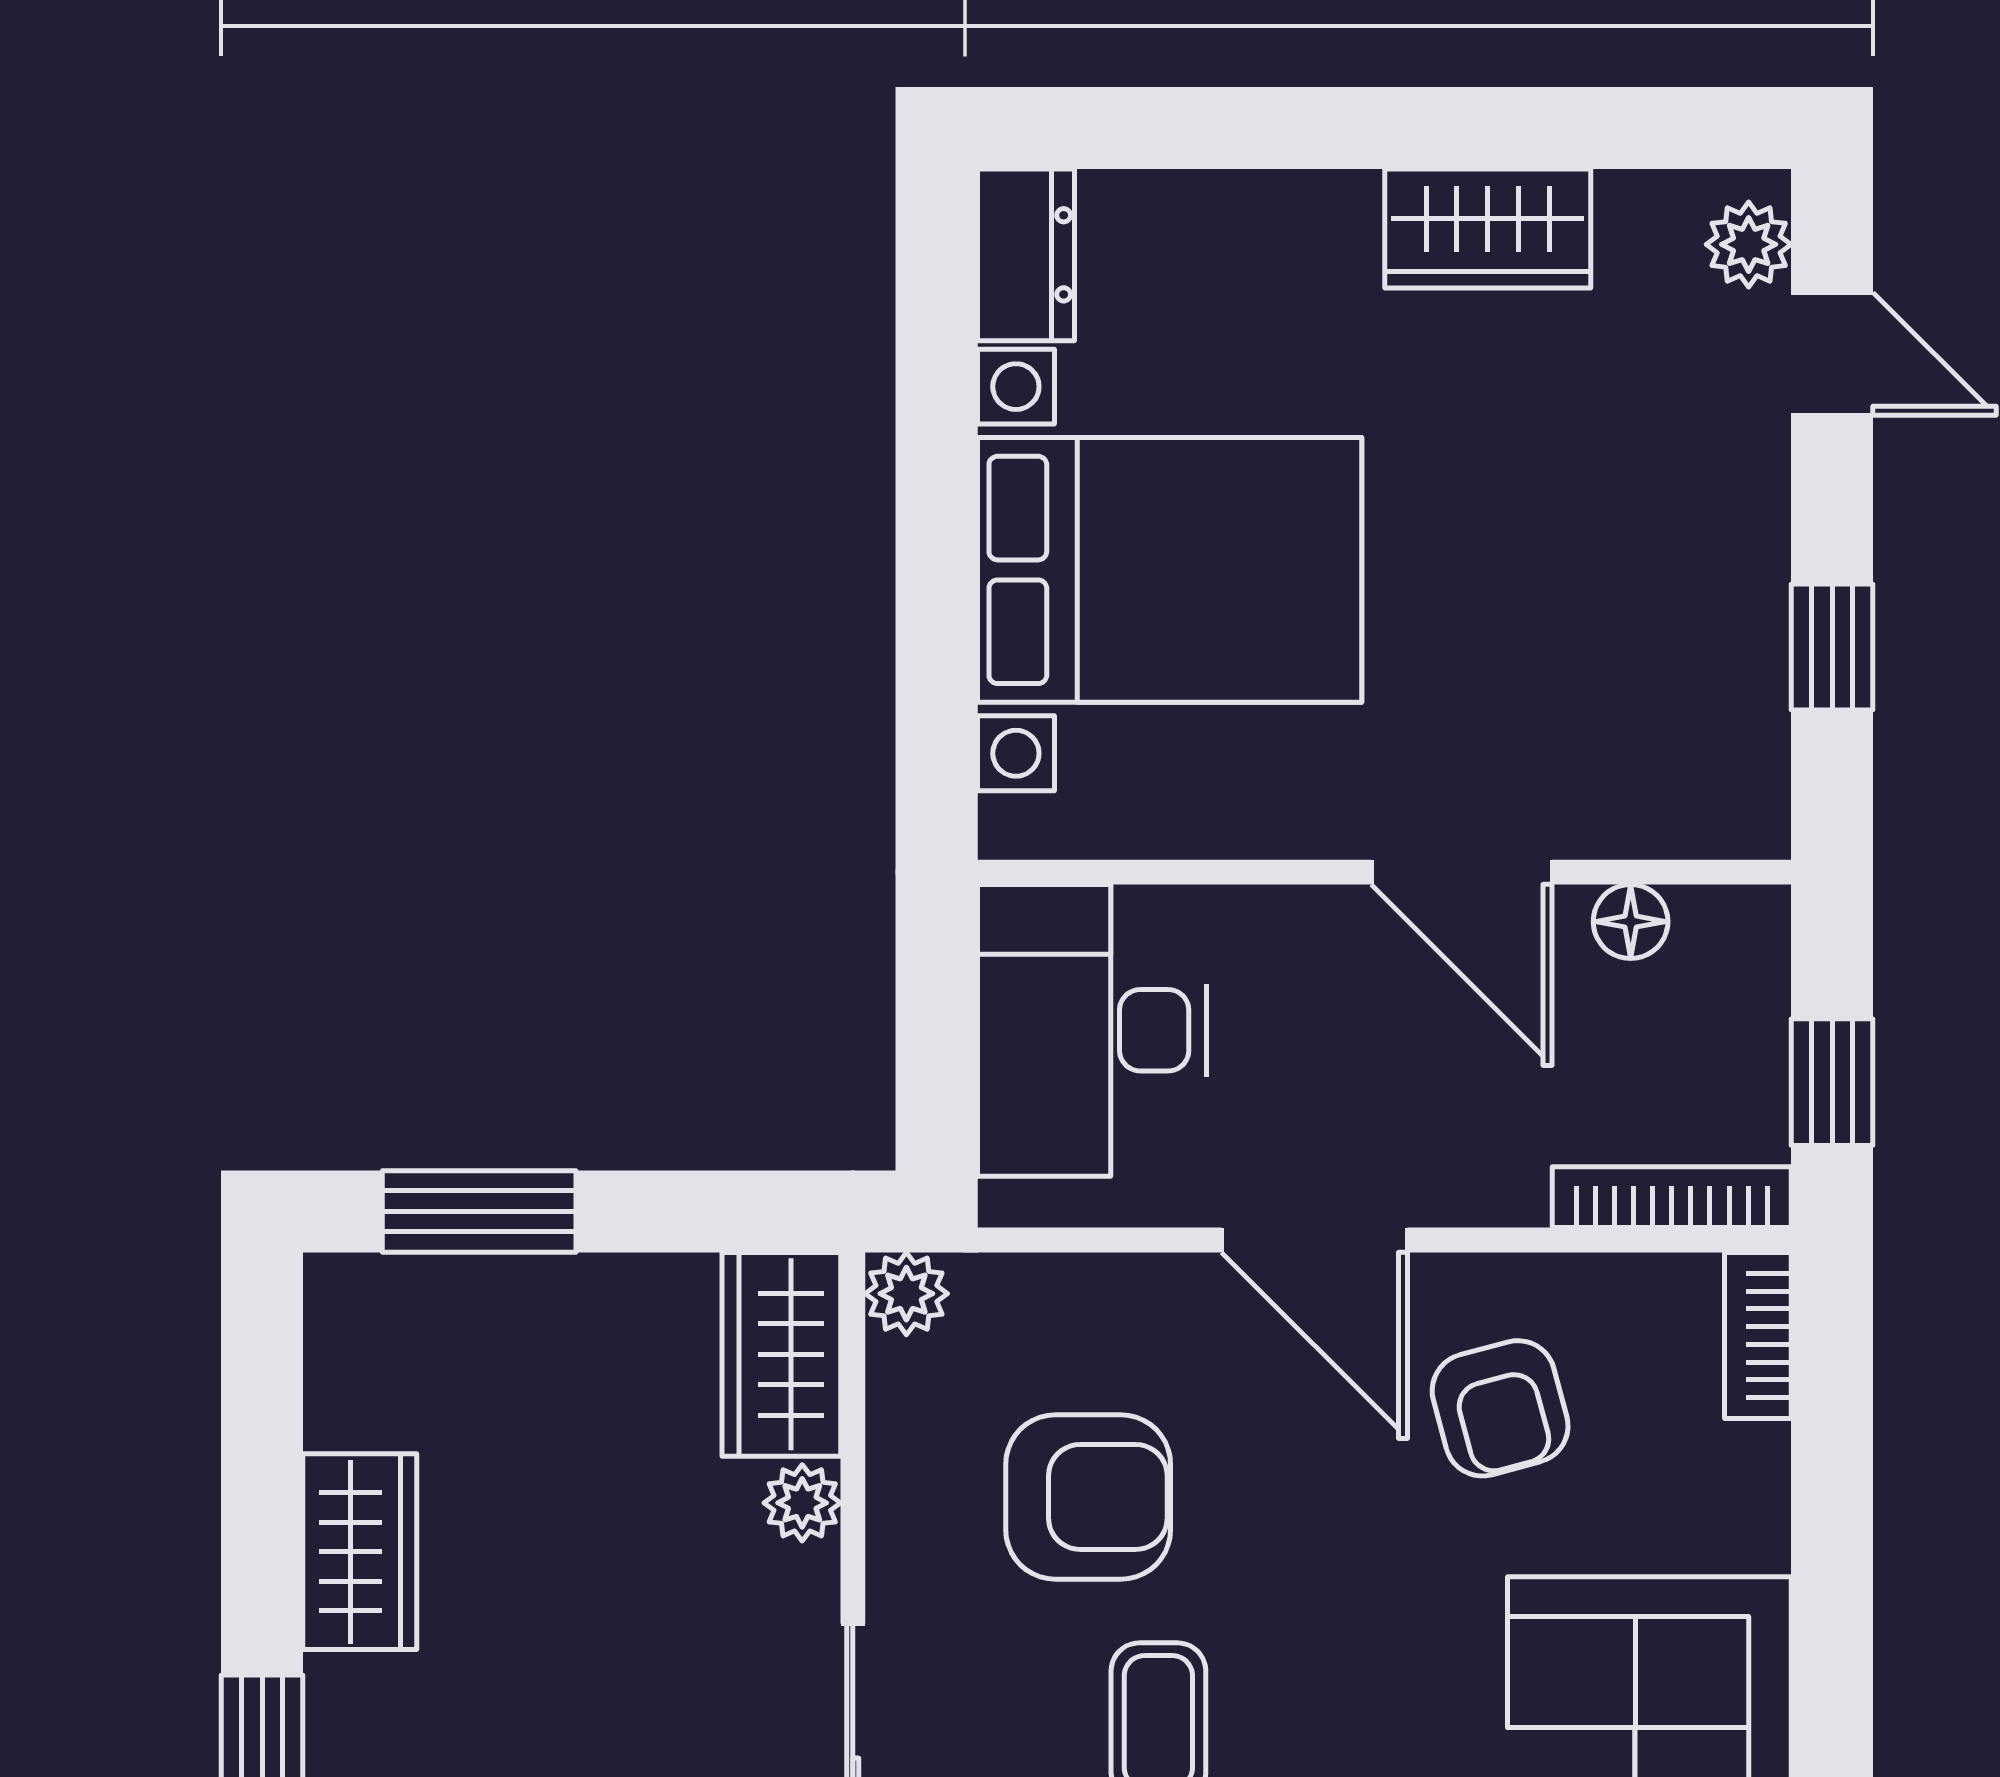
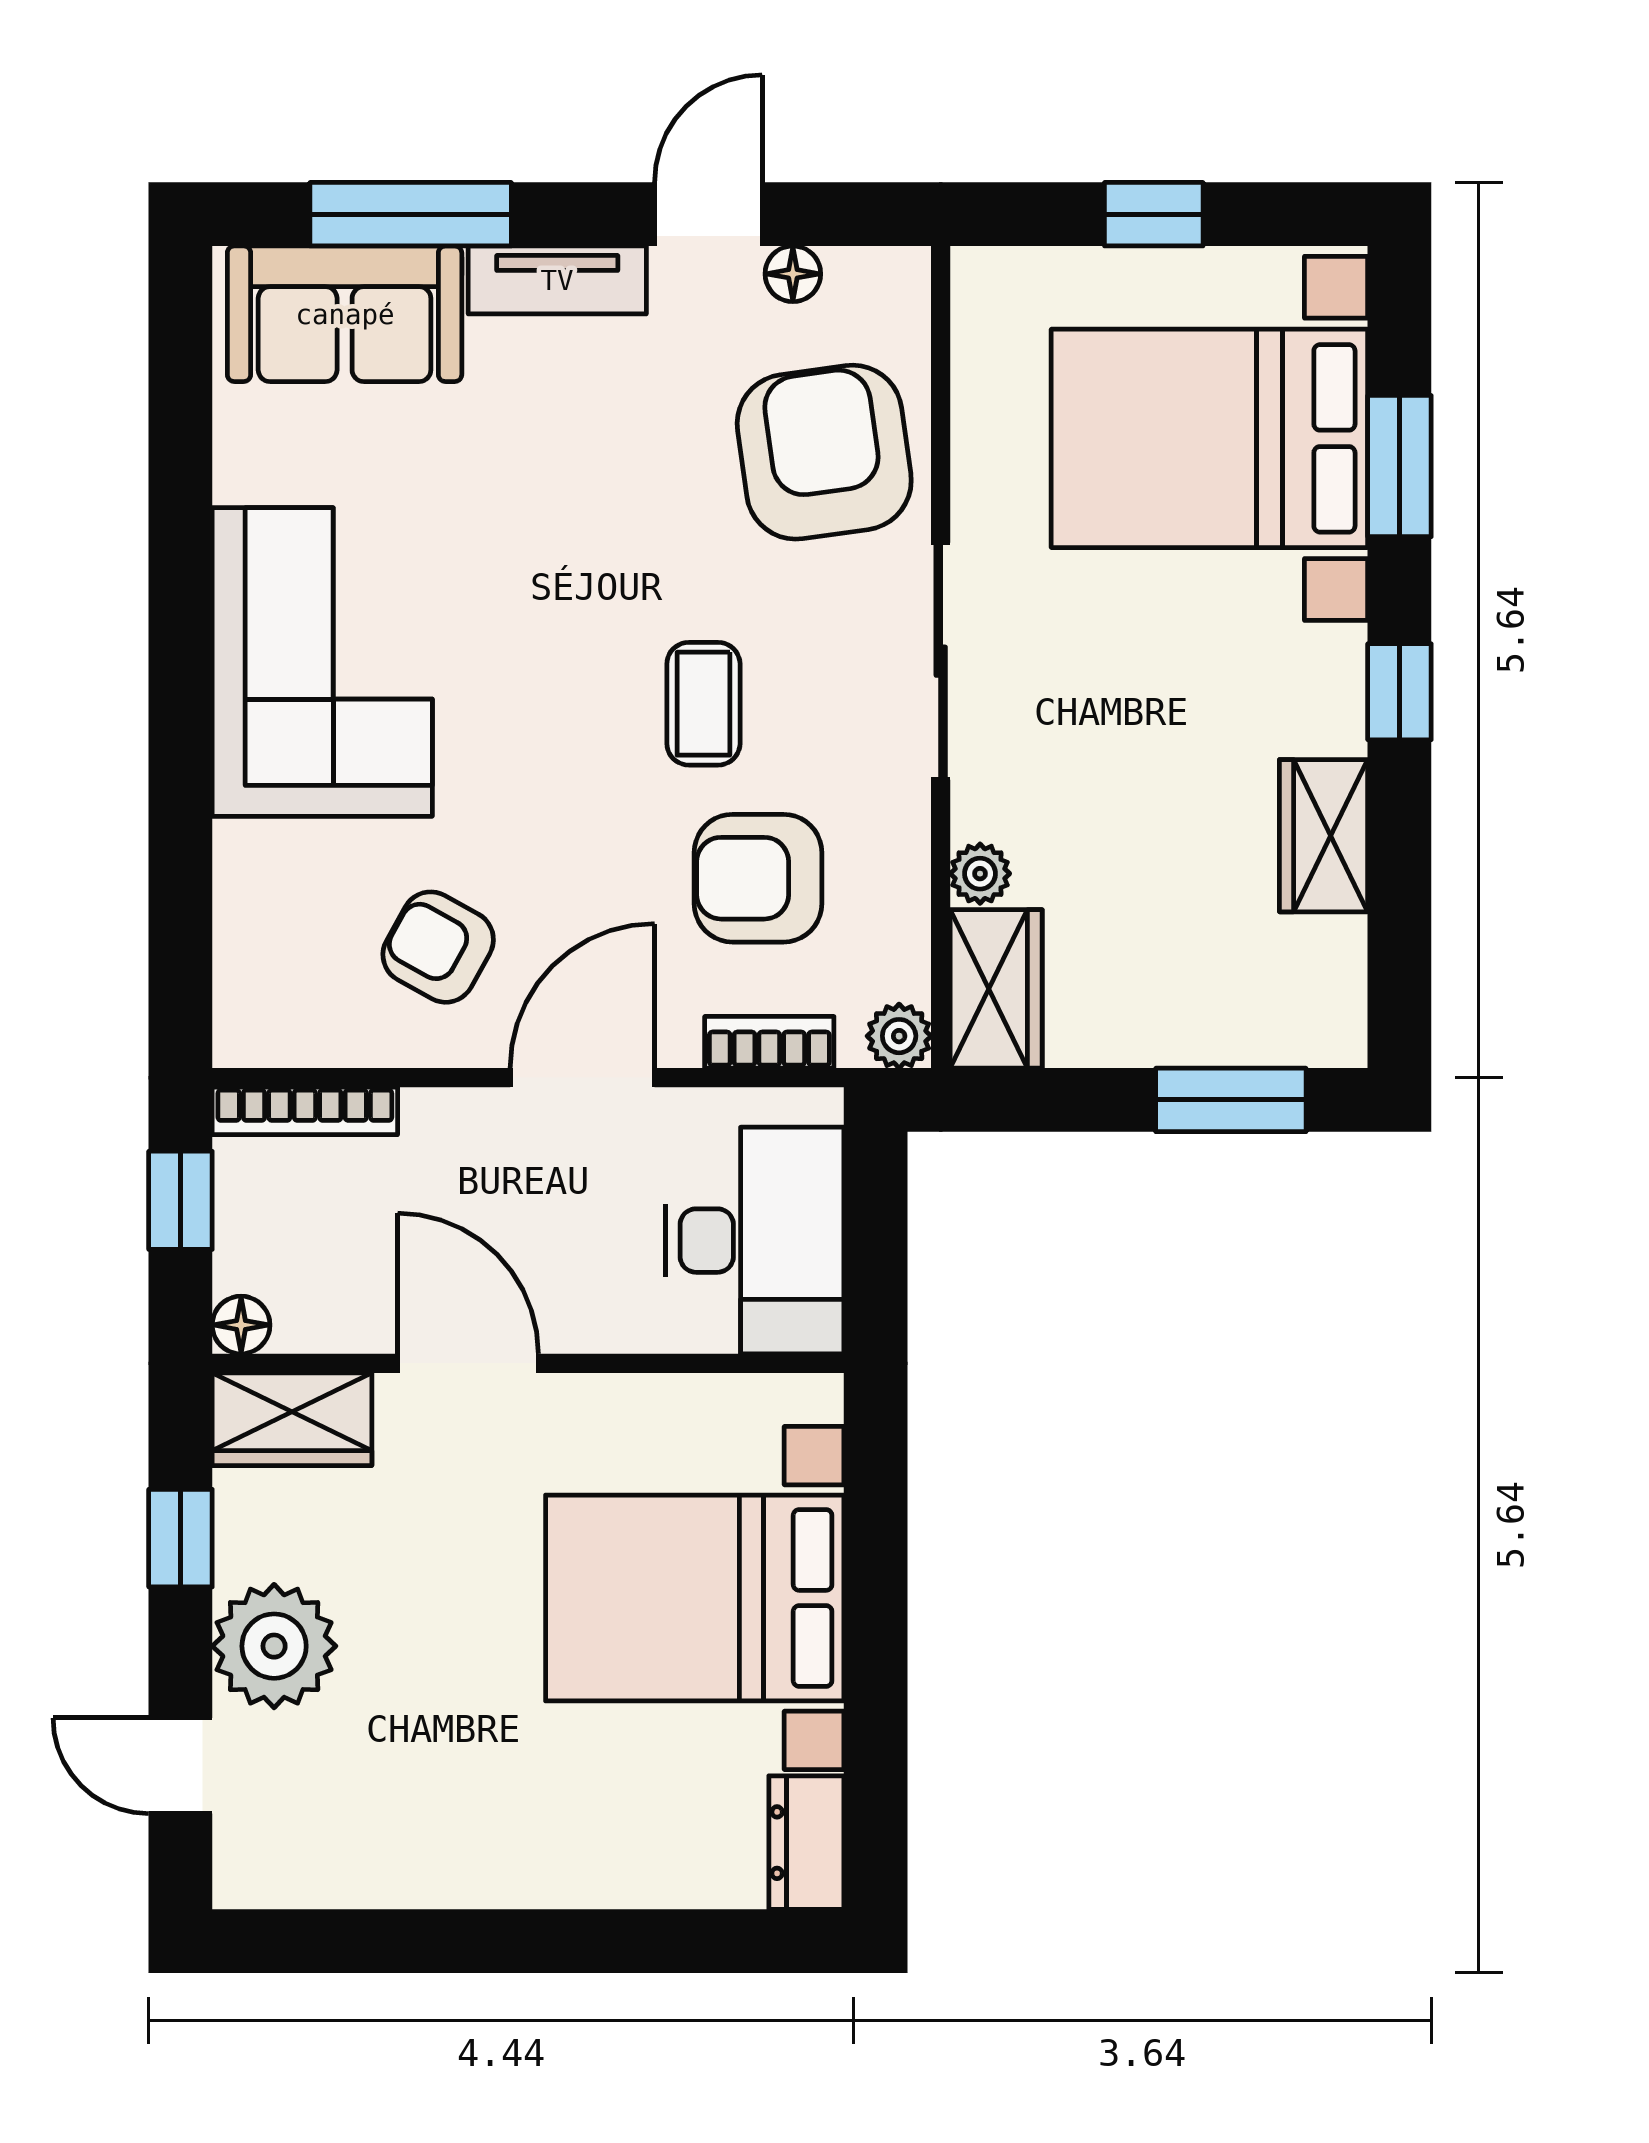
wardrobe: (1488, 228) -> (292, 1419), moved, turned 180
plant: (1749, 244) -> (274, 1646), moved, width x1.88, depth x1.88
floor lamp: (1631, 922) -> (241, 1325), moved
door: (1314, 1240) -> (582, 1078), hinge flipped
bookcase: (1758, 1336) -> (769, 1042), moved, turned -90
armchair: (1500, 1408) -> (438, 947), turned -46

